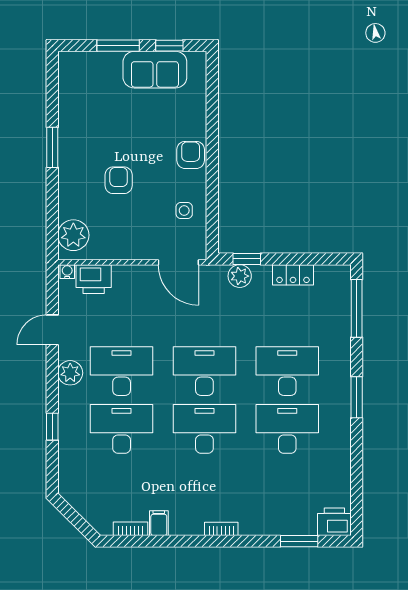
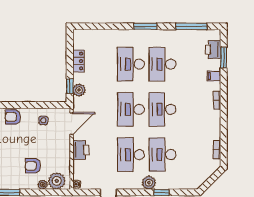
armchair: (119, 180) -> (33, 166), moved
plant: (66, 209) -> (43, 185), added
printer: (94, 279) -> (81, 150), moved
window: (357, 308) -> (191, 26), moved
plant: (70, 373) -> (149, 183), moved
printer: (334, 522) -> (213, 49), moved
filing cabinet: (159, 523) -> (214, 76), moved

